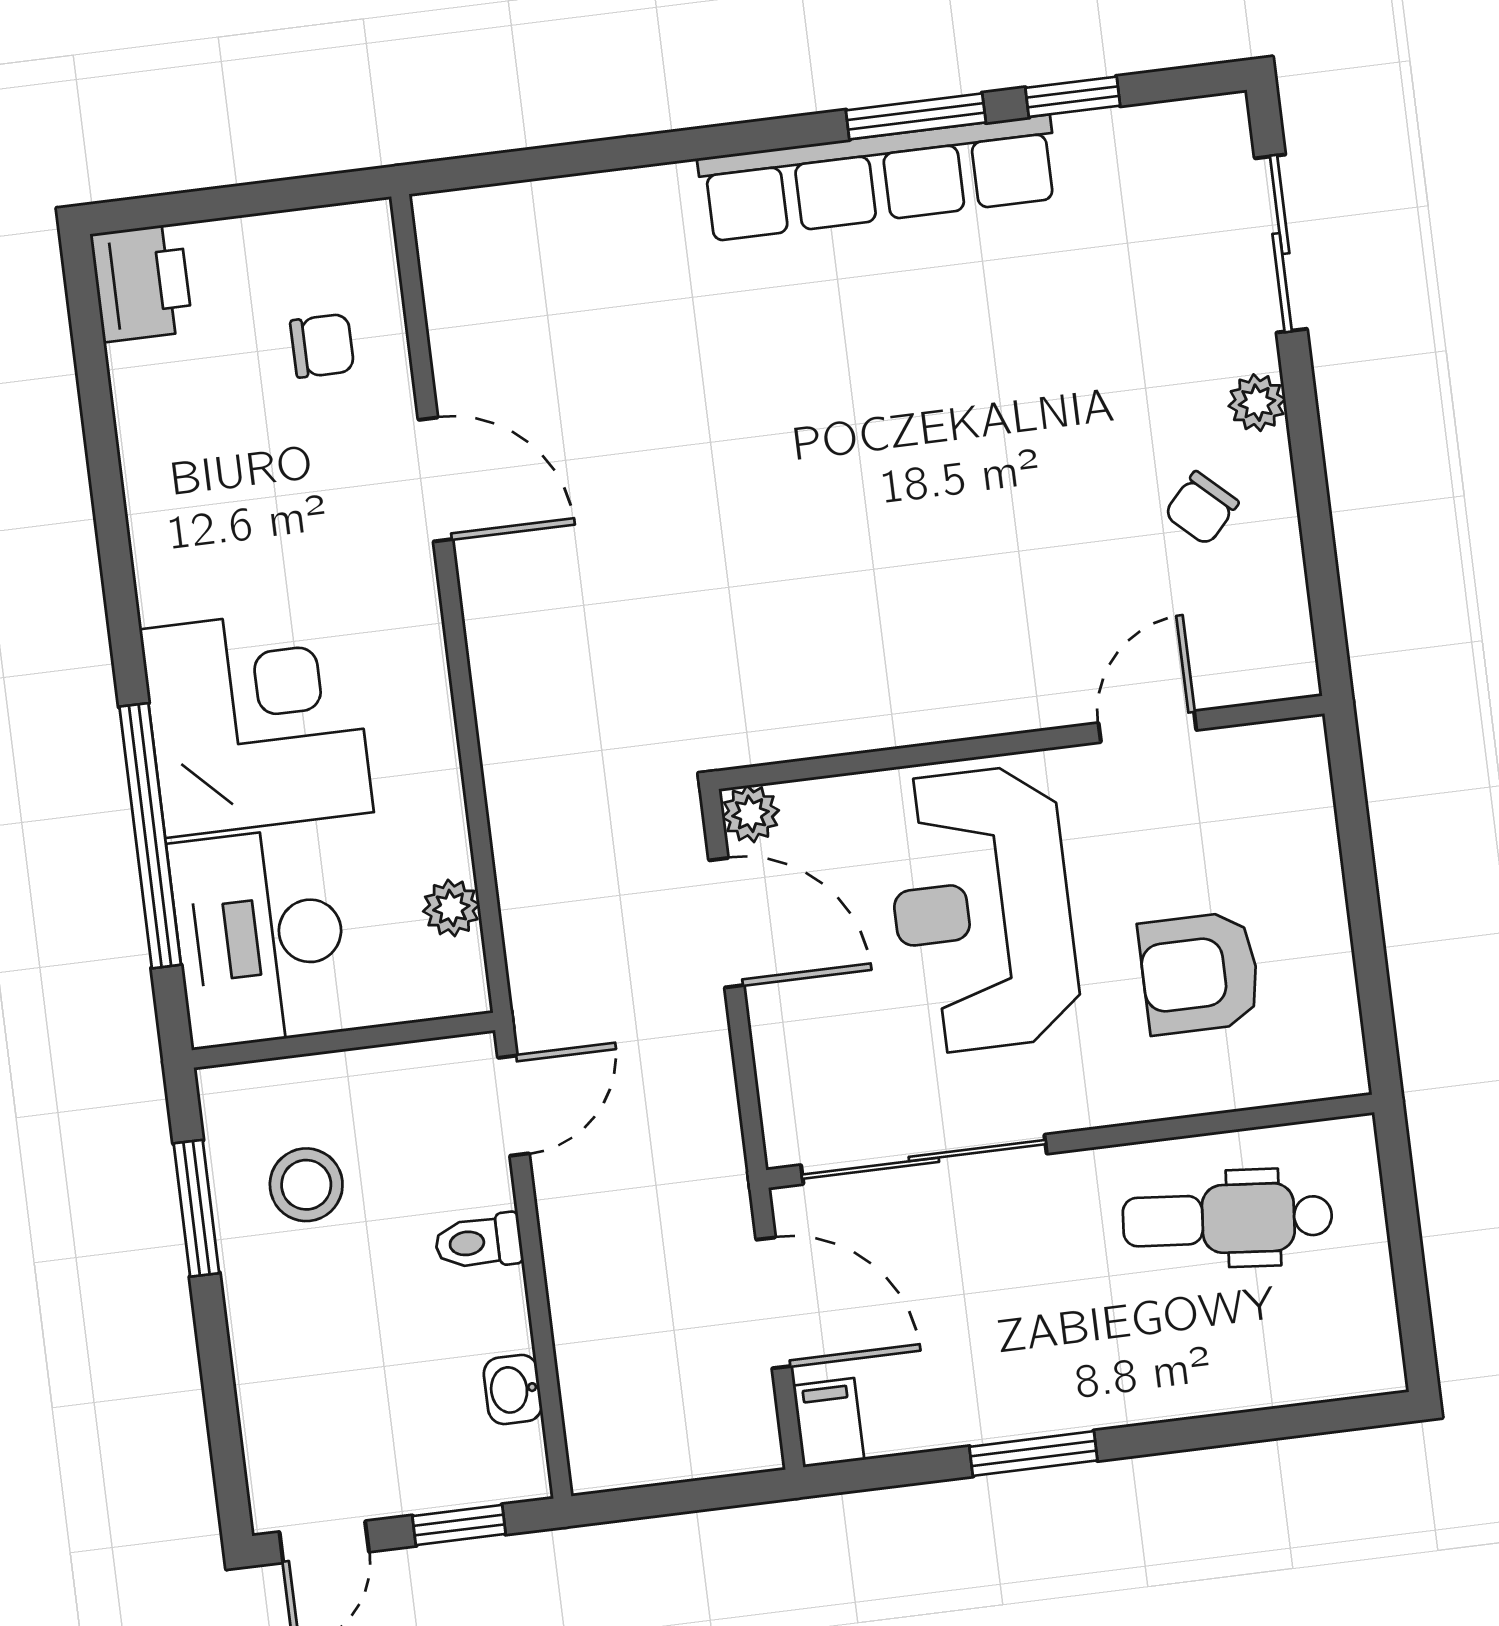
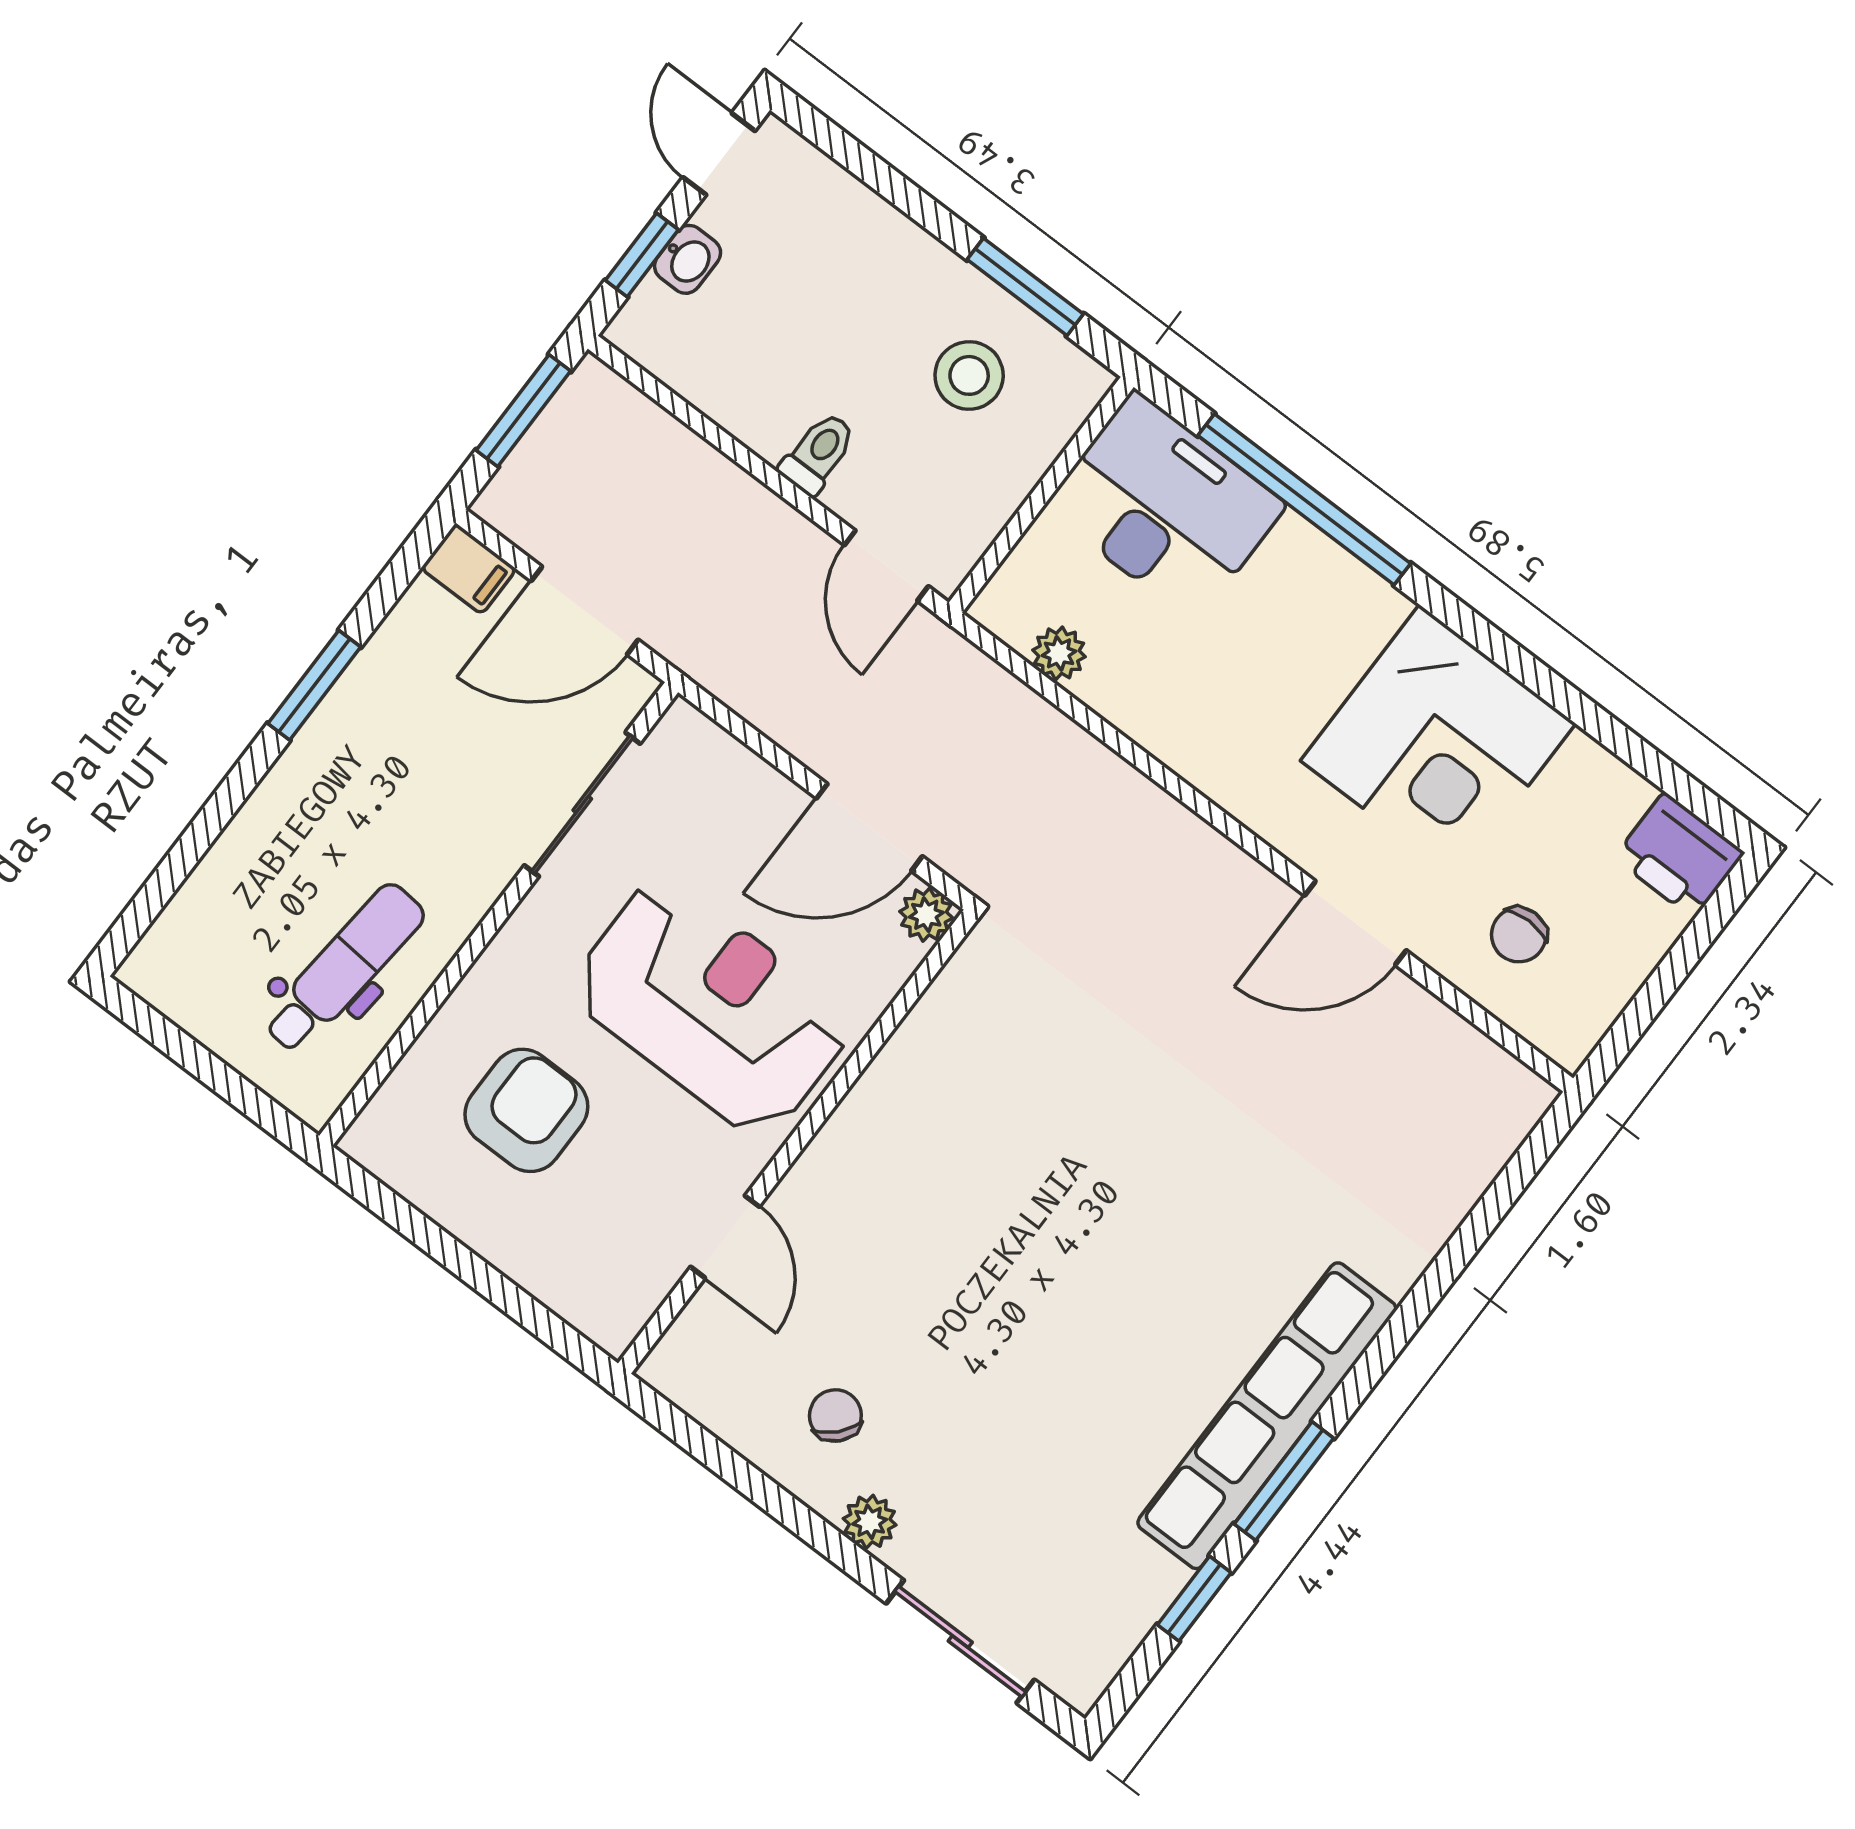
corner desk: (256, 721) -> (1438, 742), moved
sliding door: (924, 1159) -> (582, 804), width x0.73
washbasin: (513, 1389) -> (688, 259), moved, turned 90
window: (667, 1499) -> (523, 411), added

